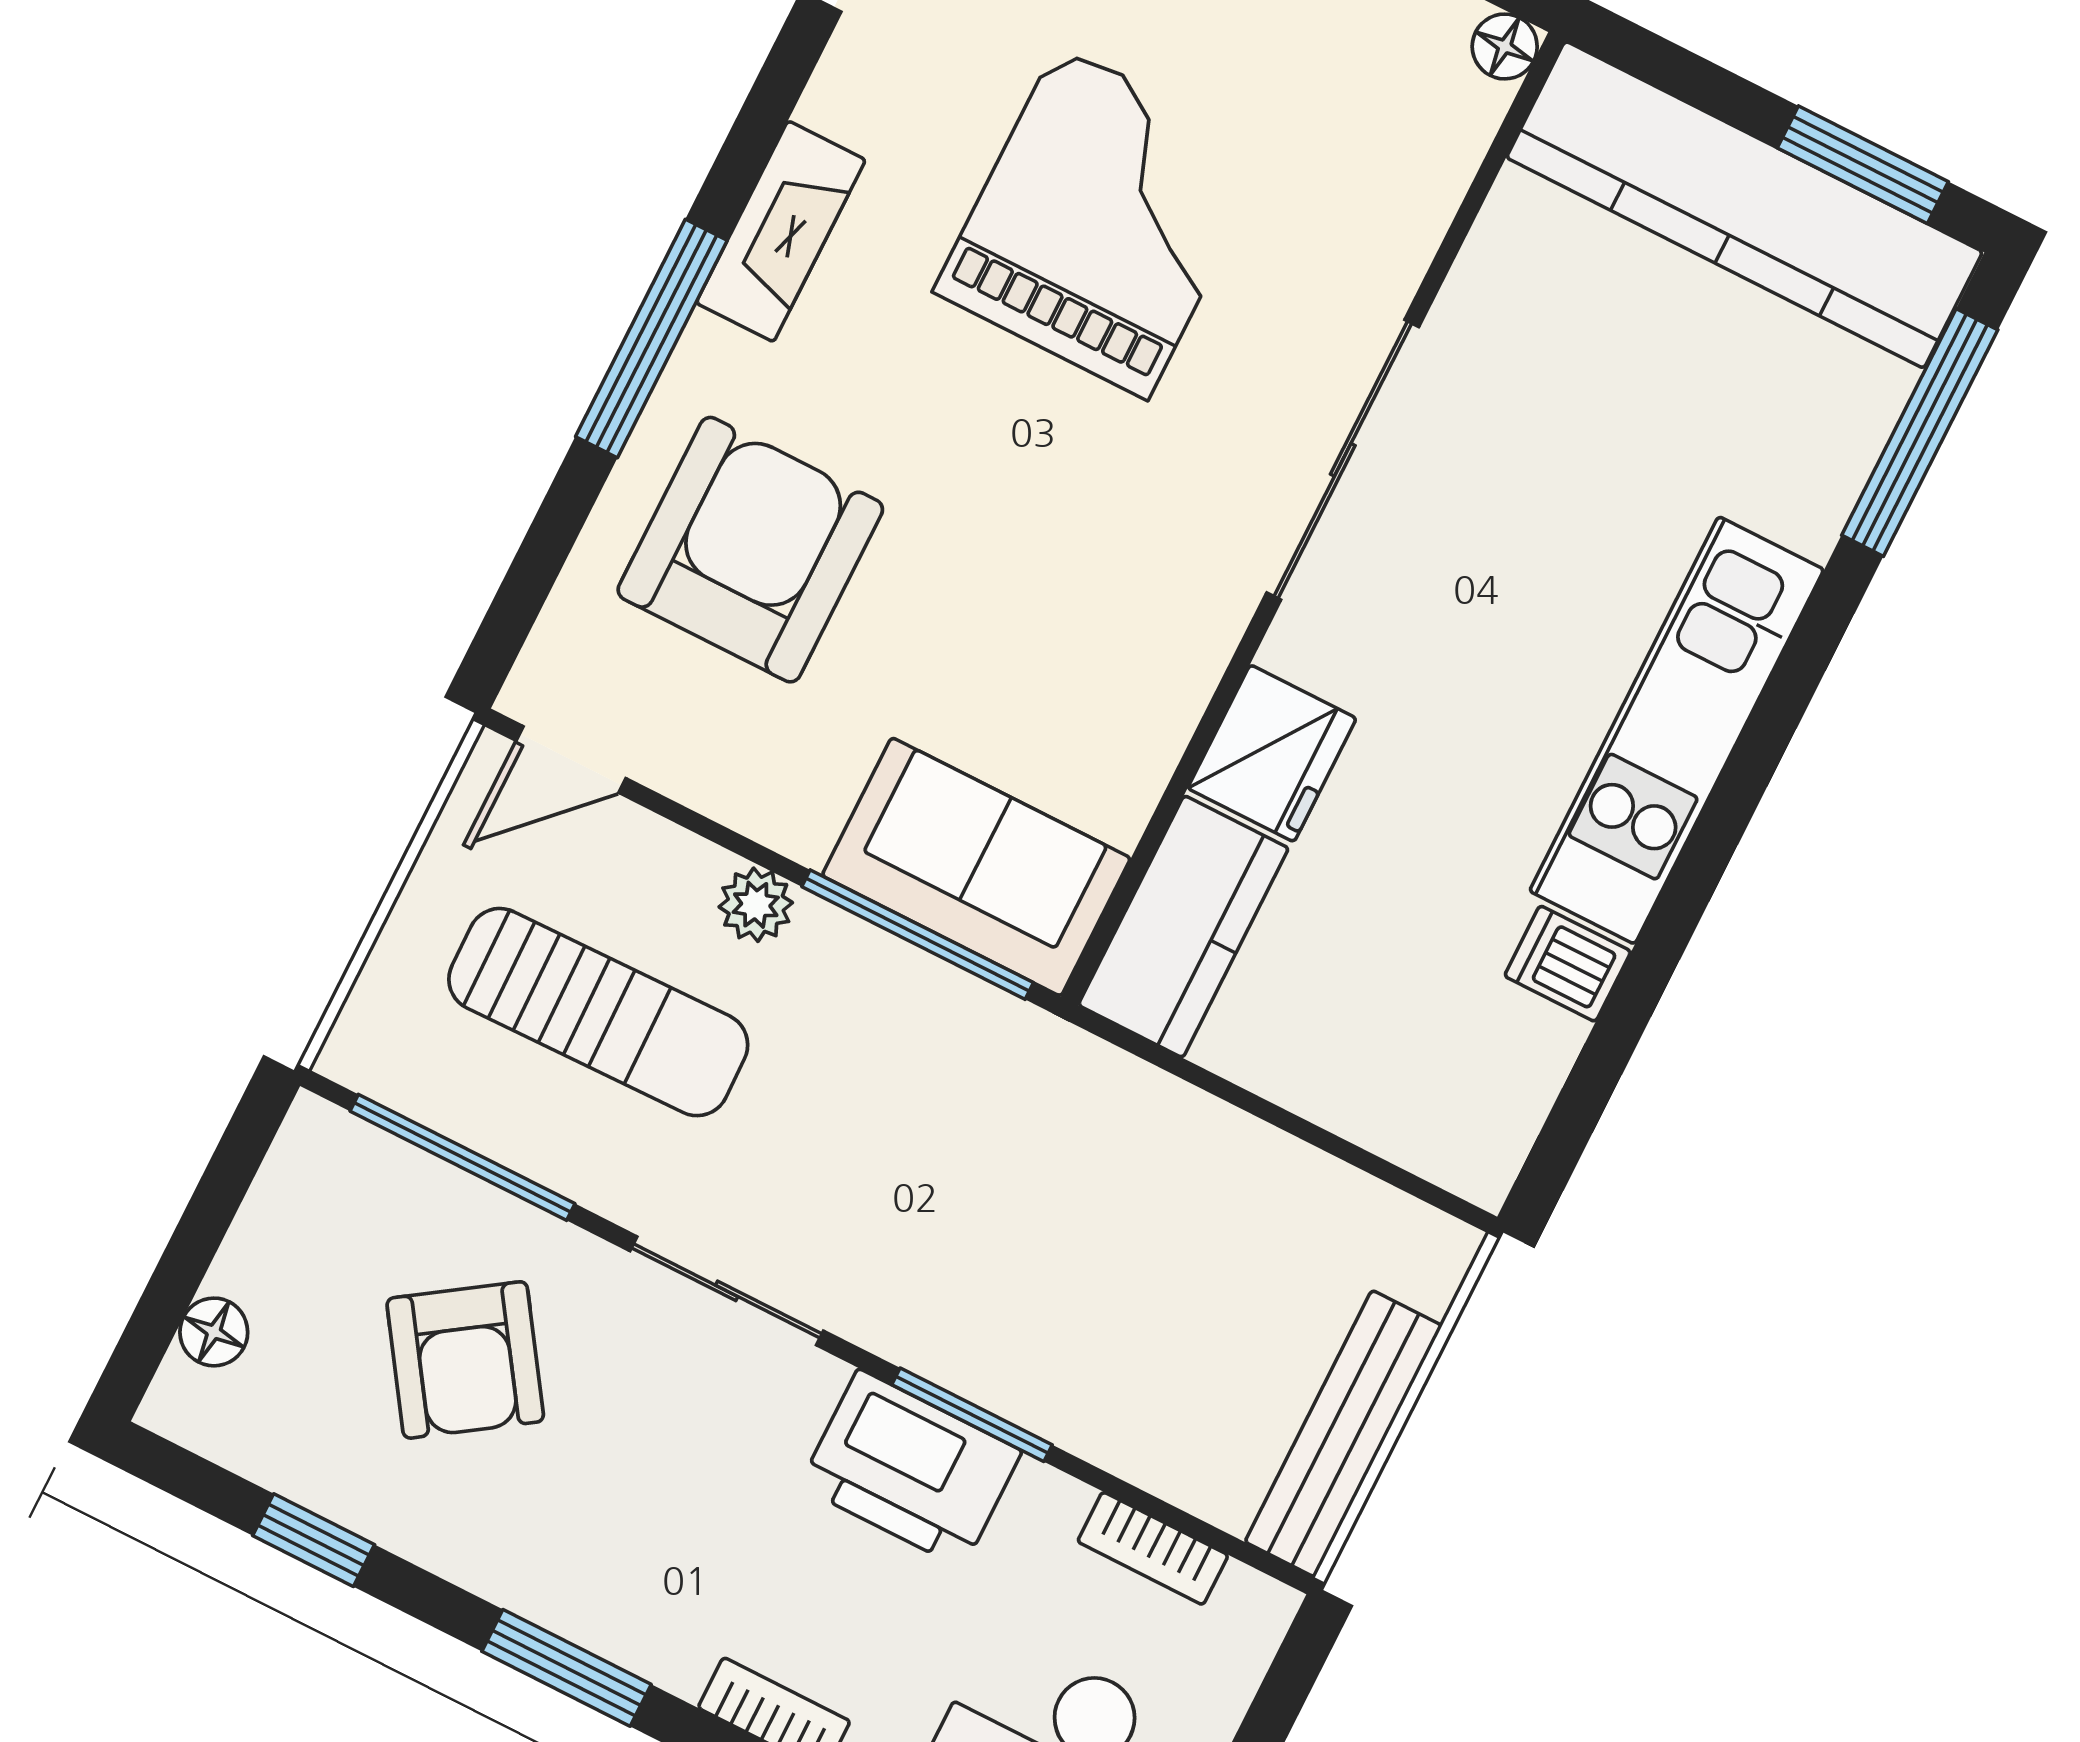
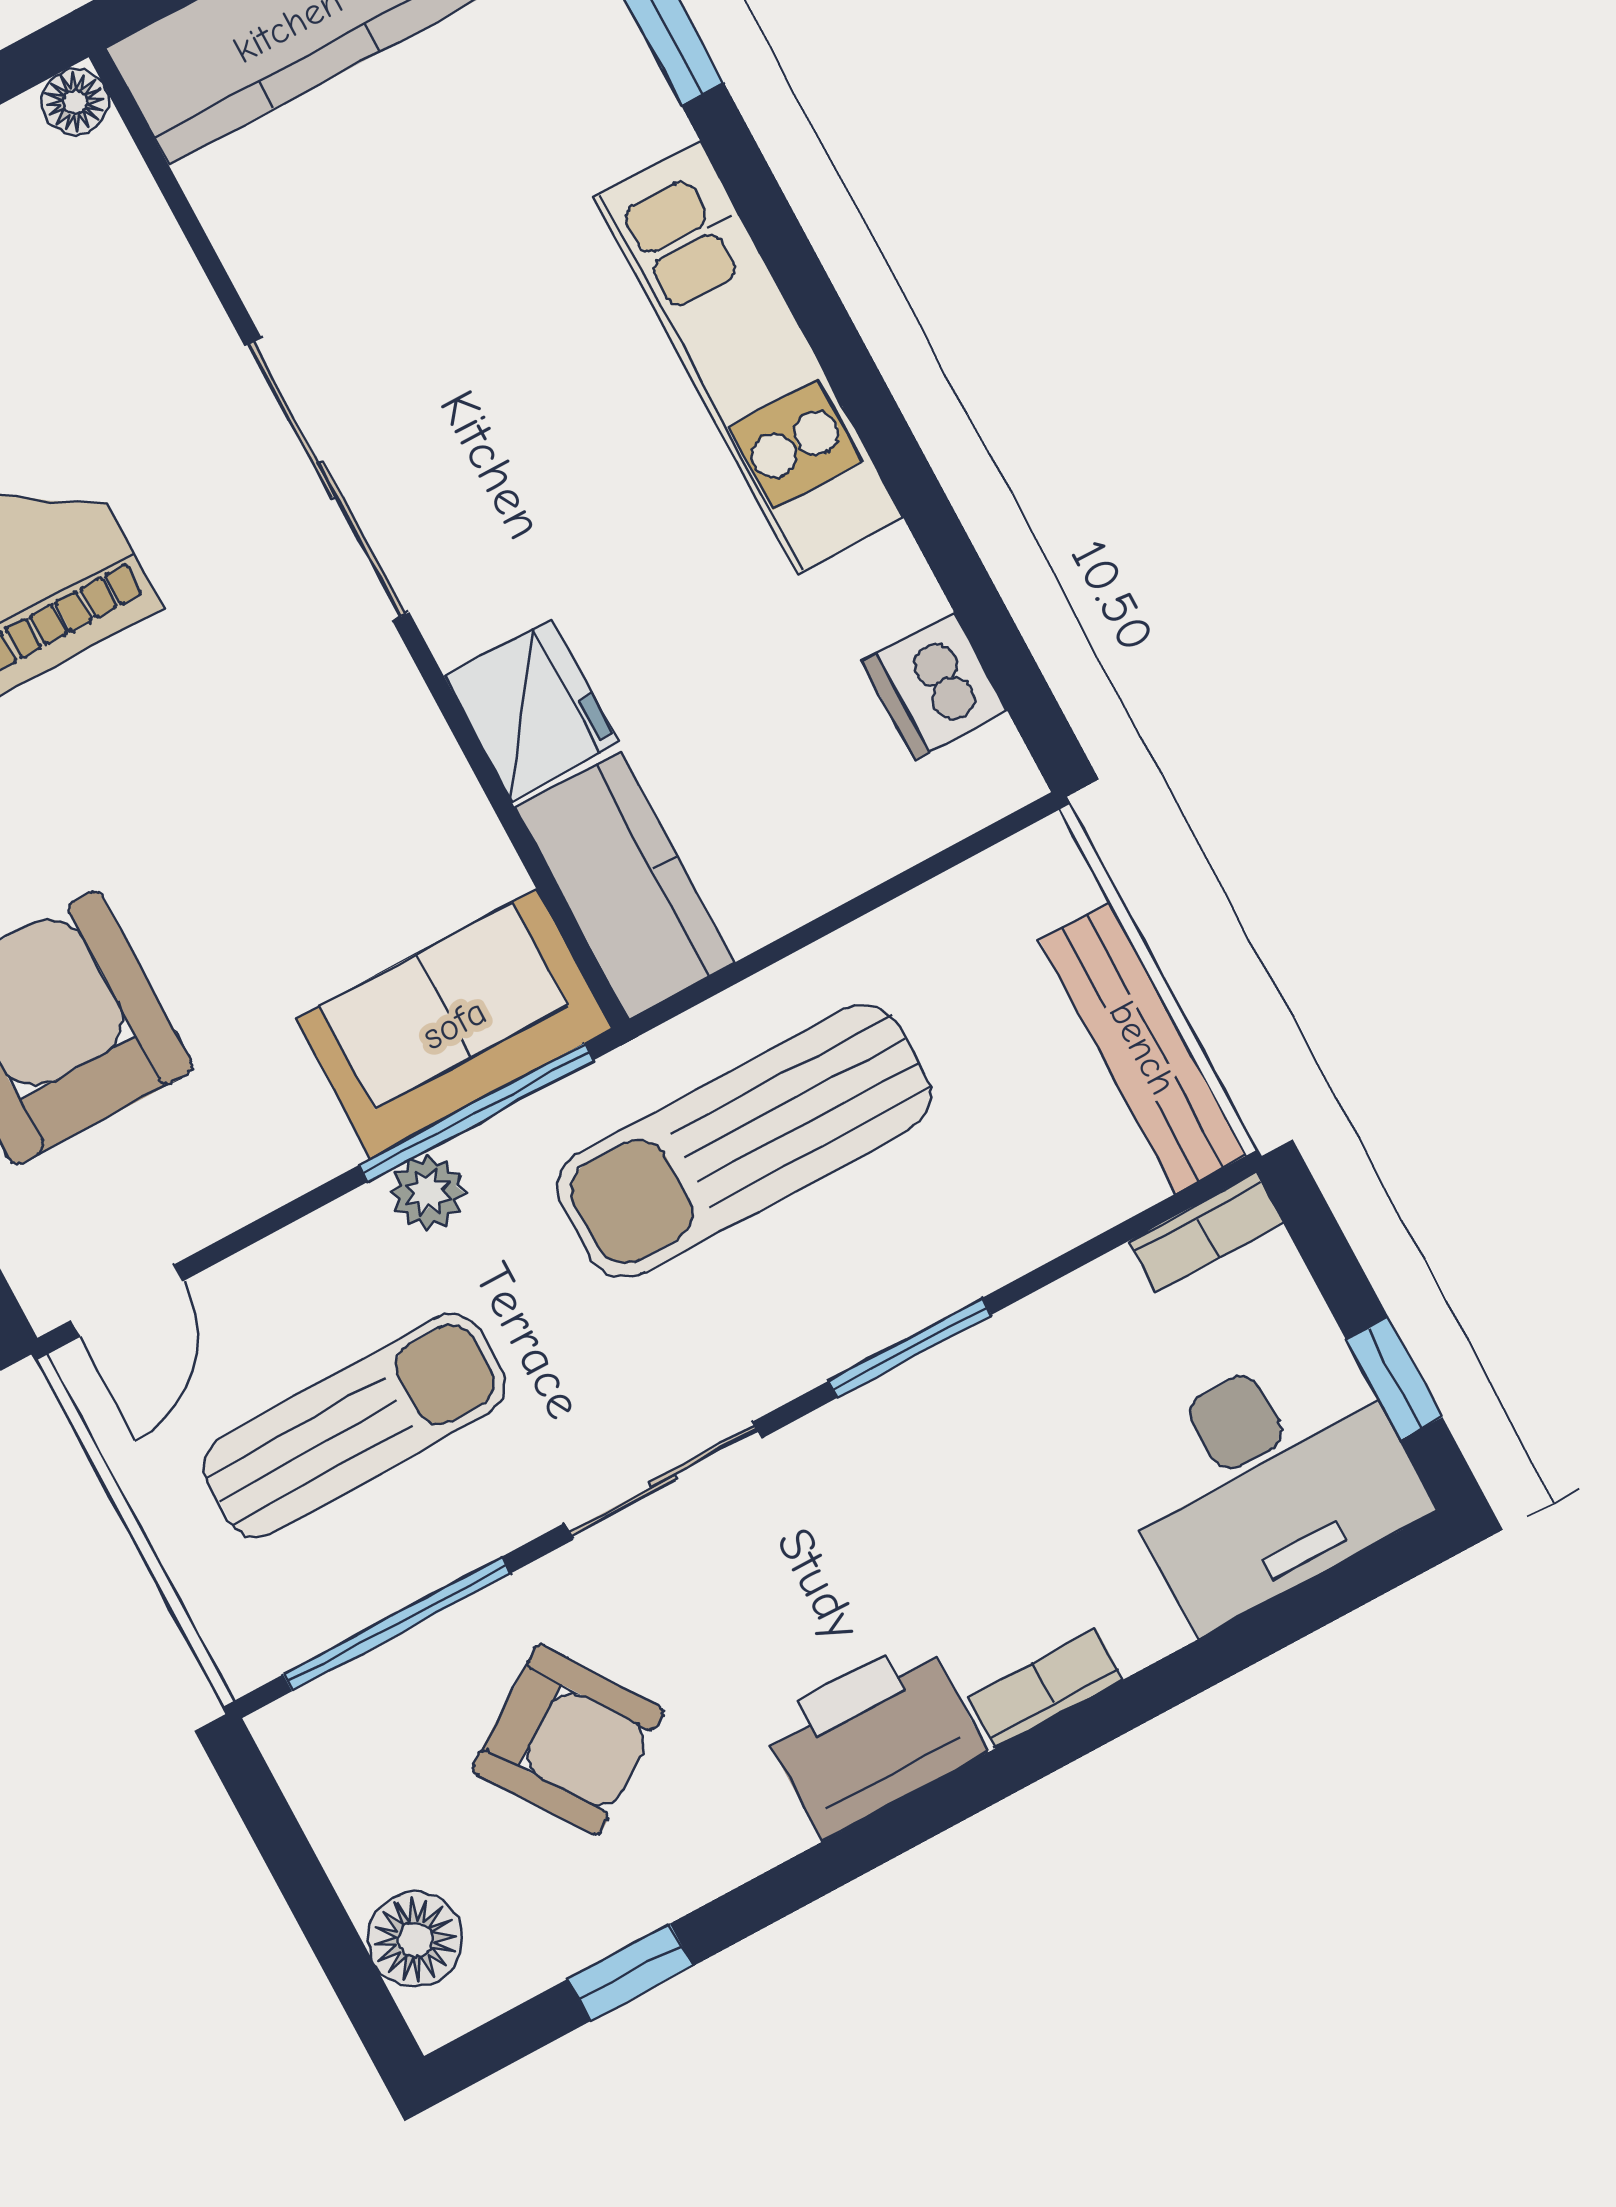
plant: (756, 905) -> (428, 1192), moved
dishwasher: (1568, 964) -> (934, 686), moved, width x1.38
sun lounger: (1045, 1166) -> (744, 1141), added
floor lamp: (214, 1332) -> (415, 1939), width x1.37, depth x1.37
printer: (910, 1469) -> (873, 1737), moved, turned 180
bookcase: (1153, 1548) -> (1206, 1232), moved
window: (567, 1668) -> (885, 1835), removed

